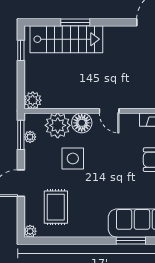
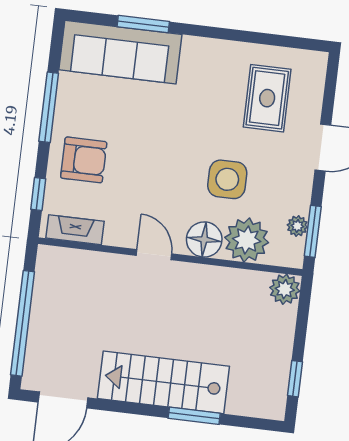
stairs: (66, 39) -> (163, 382), moved
plant: (30, 231) -> (317, 62), removed

